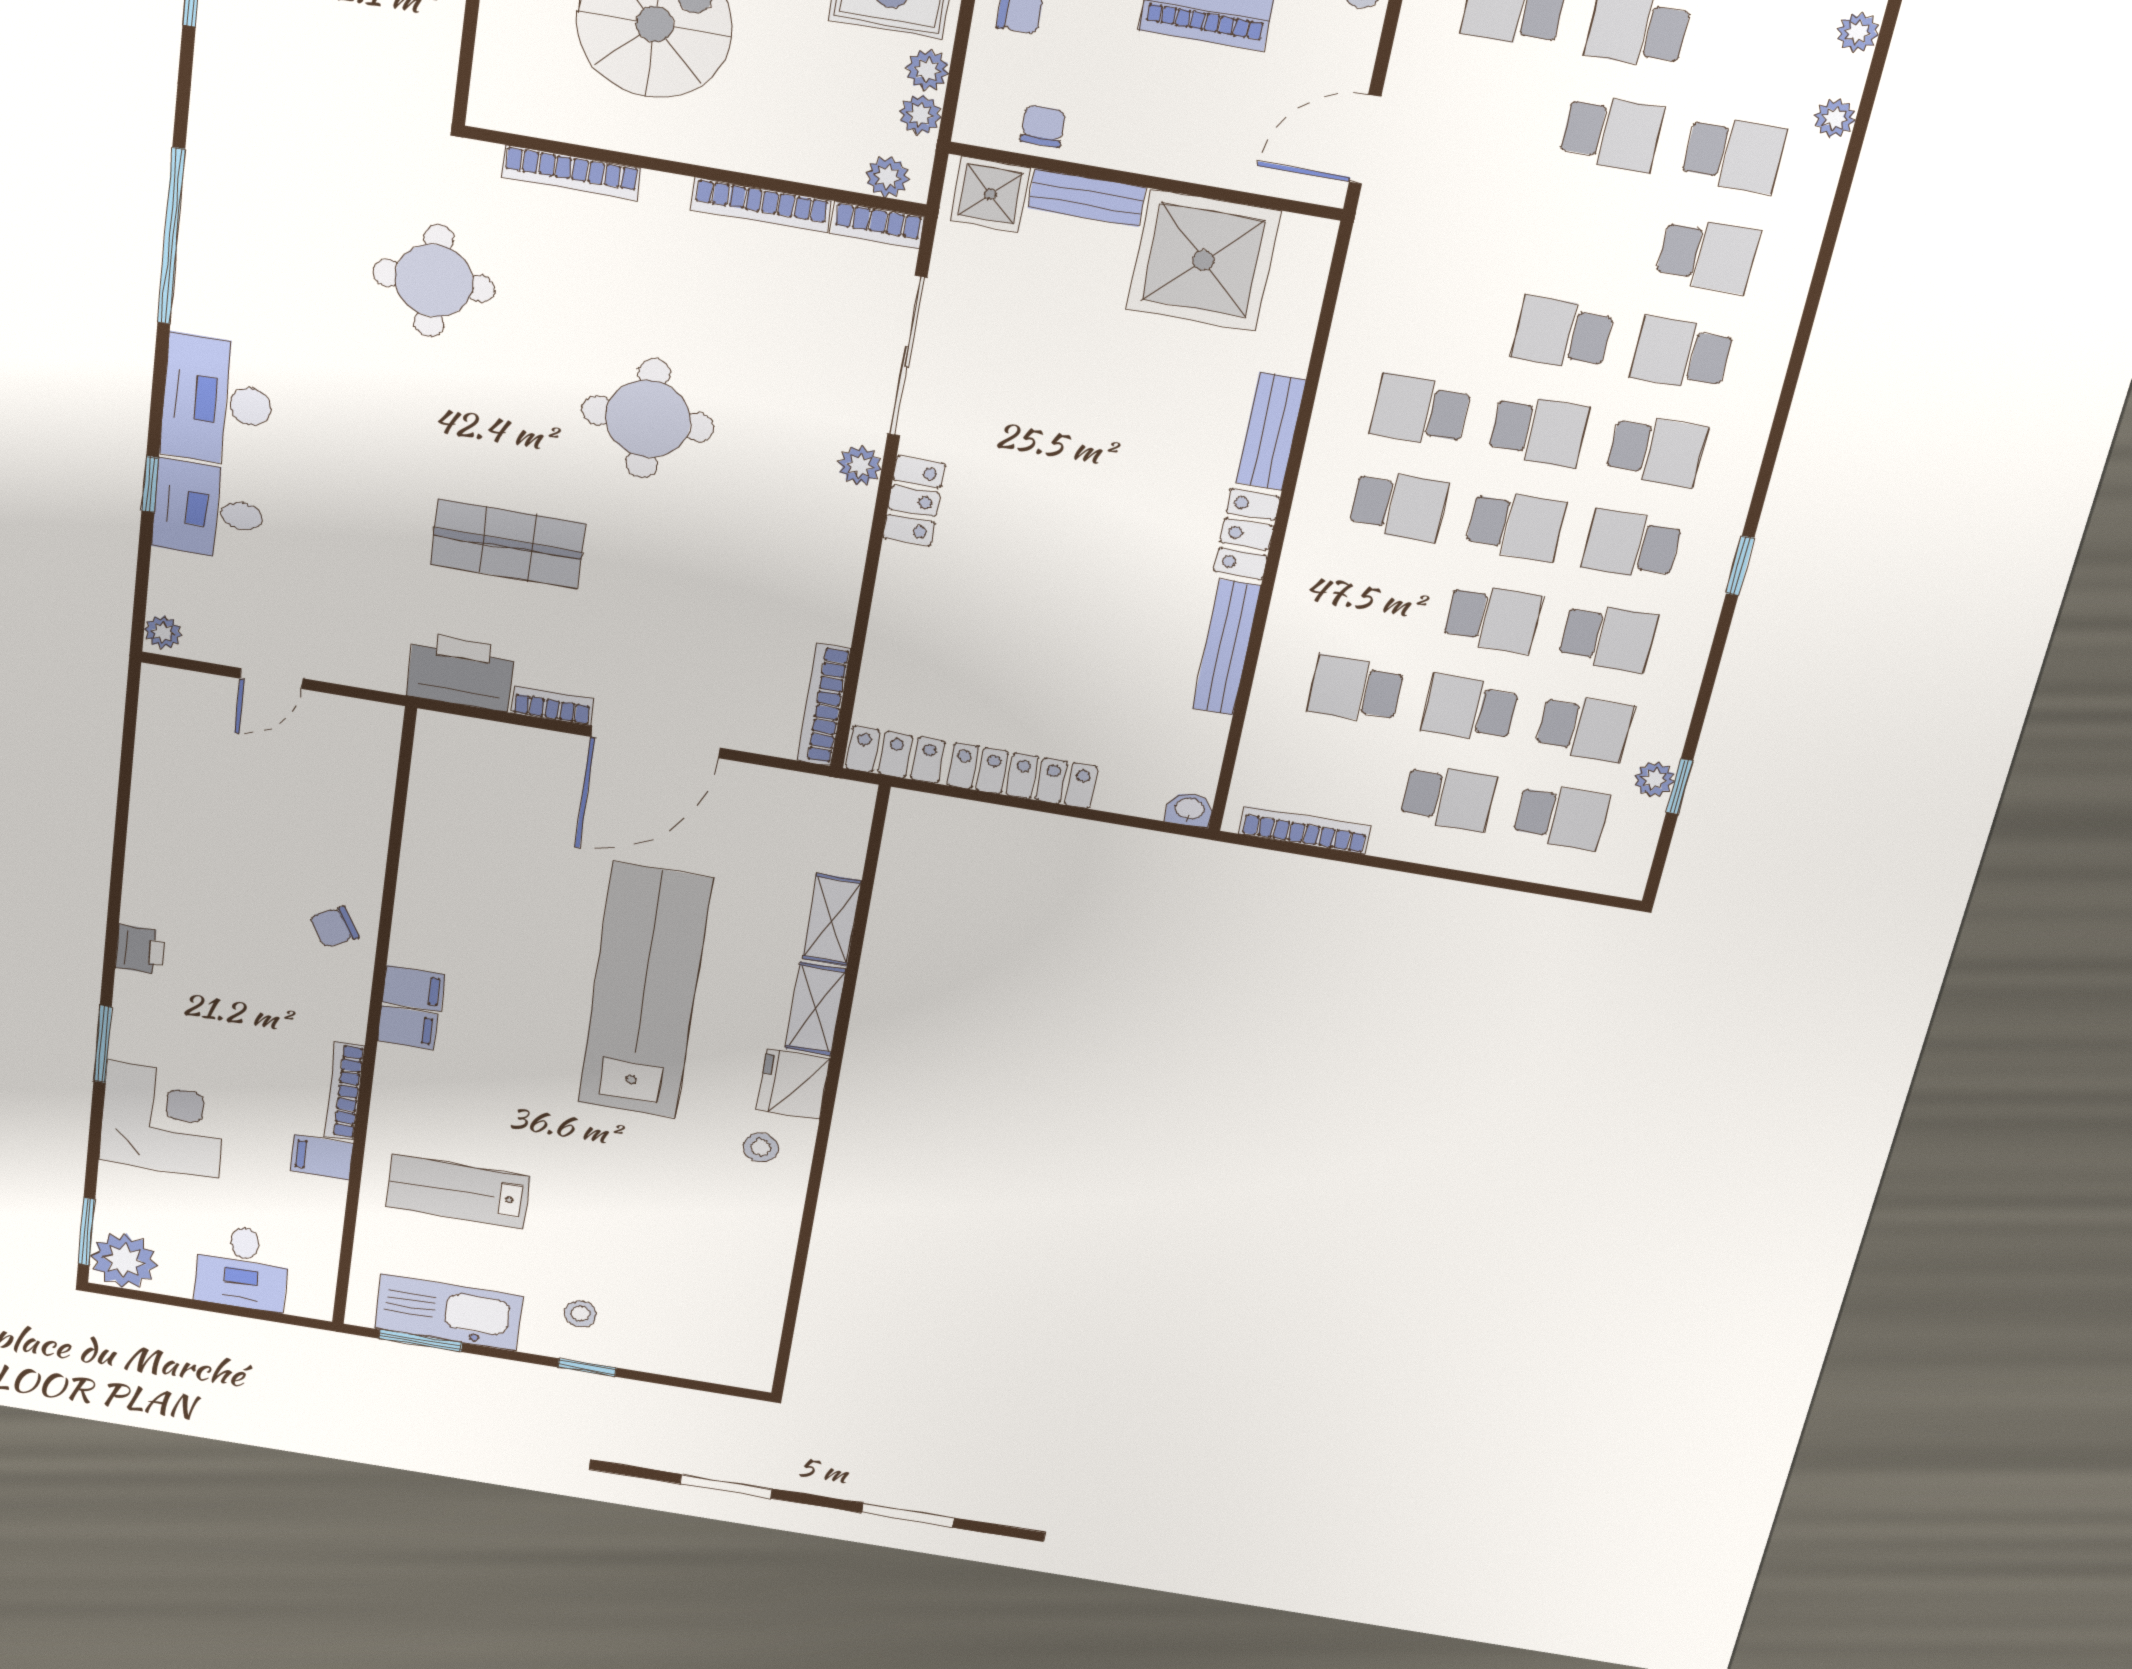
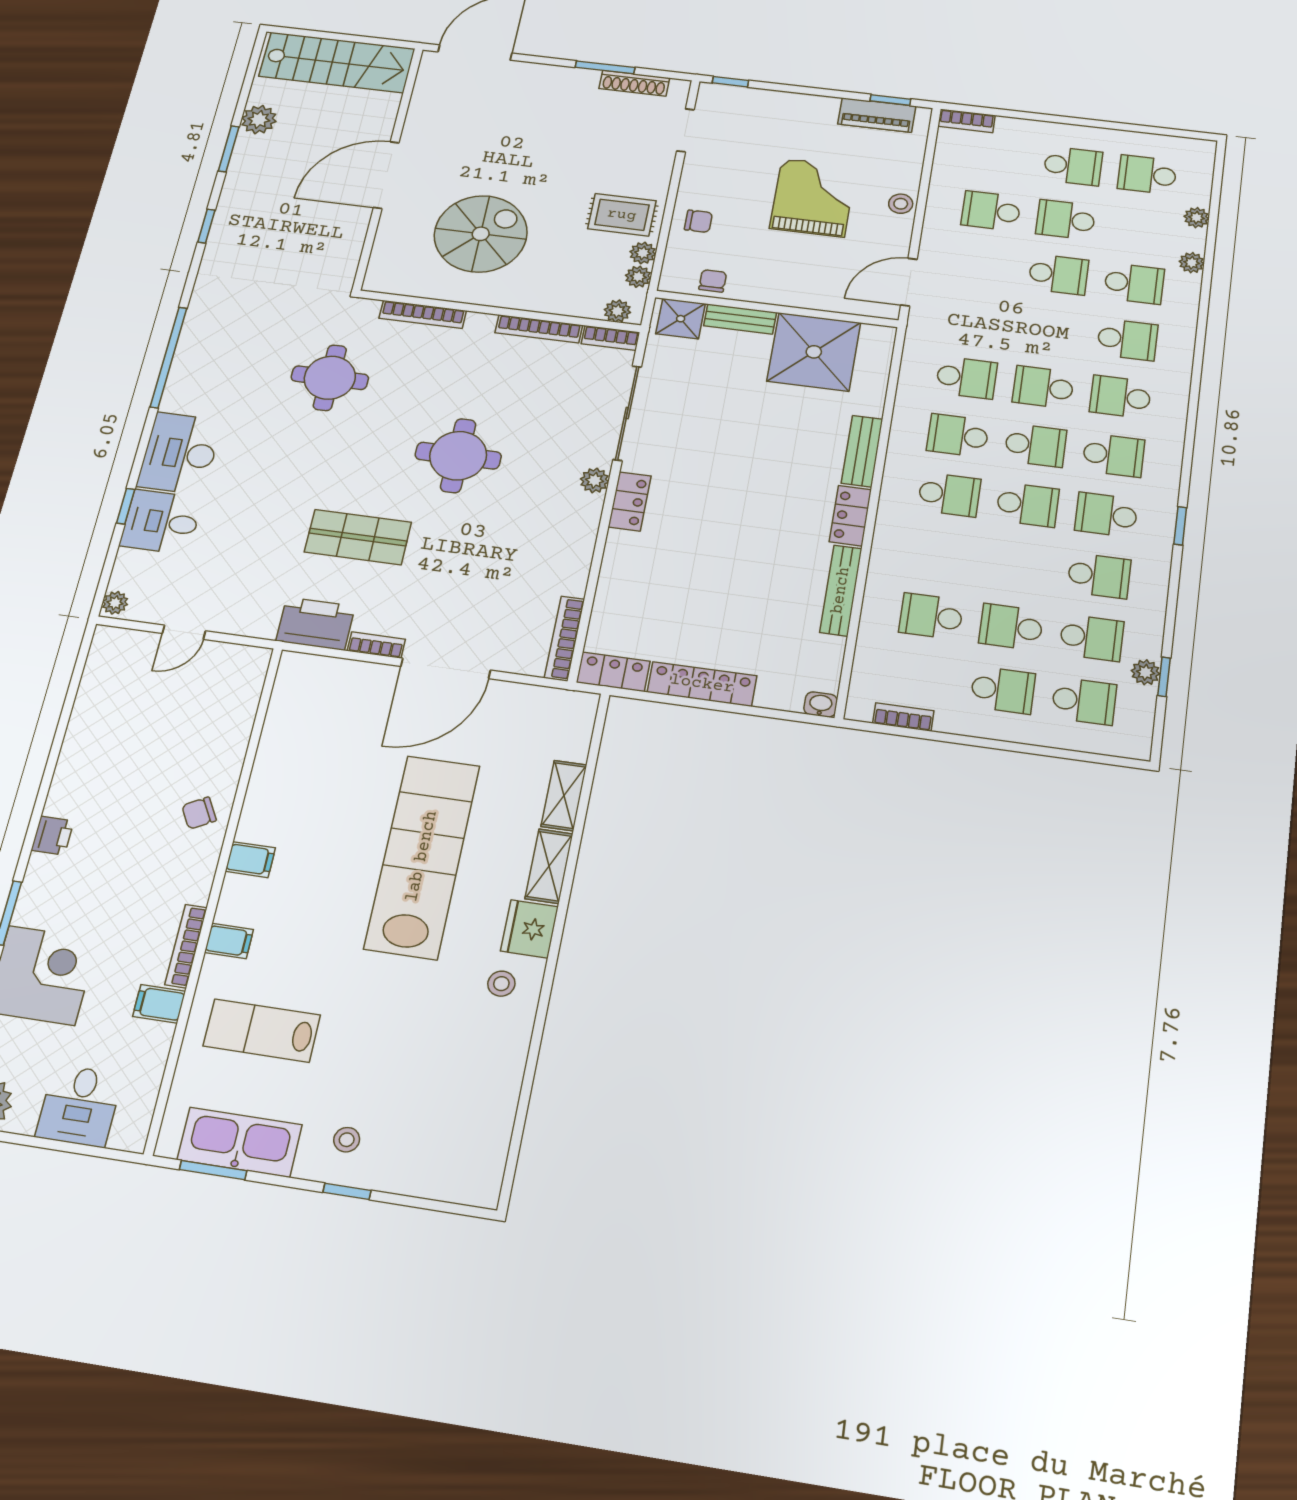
school desk: (1492, 618) -> (966, 378), moved
bookcase: (1305, 830) -> (903, 717), width x0.64
filing cabinet: (407, 1028) -> (229, 941), moved

